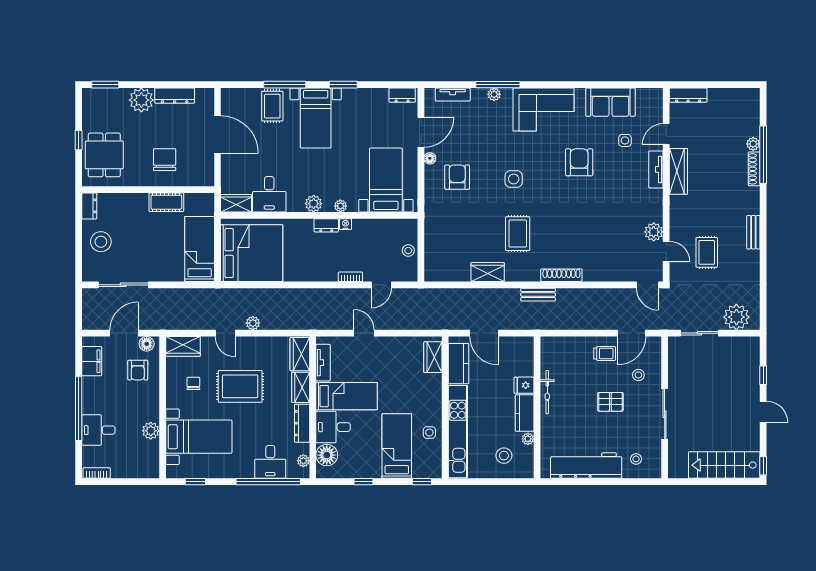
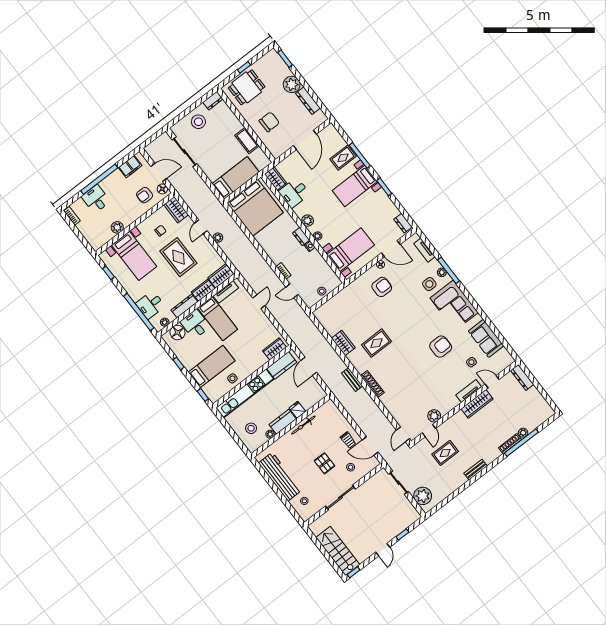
side table: (514, 179) -> (429, 284), moved

